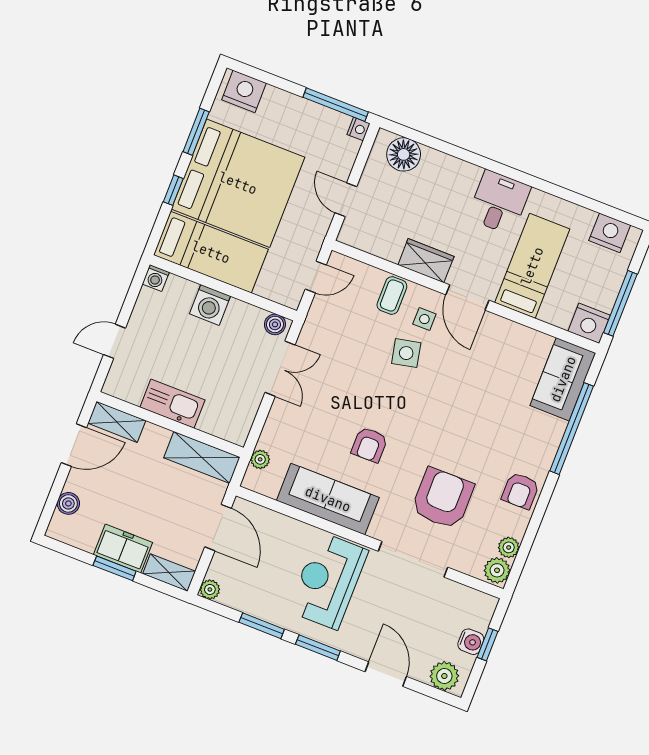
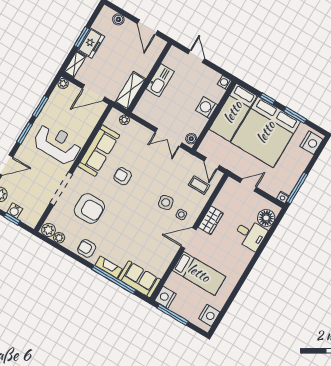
desk: (499, 202) -> (250, 234), moved
coffee table: (392, 296) -> (199, 185), moved
shelving: (117, 422) -> (155, 51), removed
fireplace: (549, 442) -> (109, 267), added

